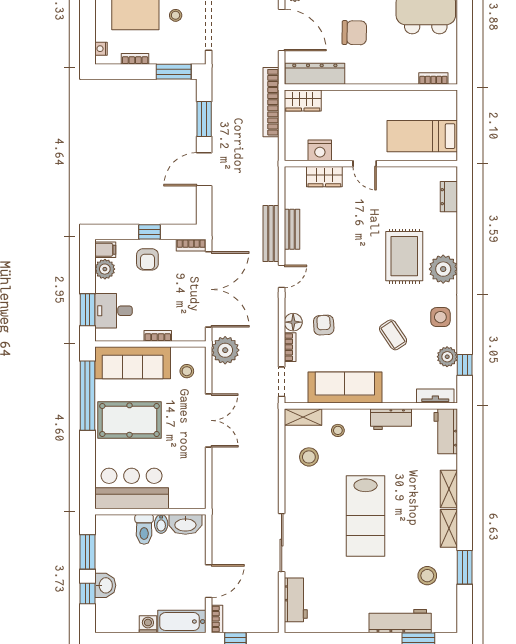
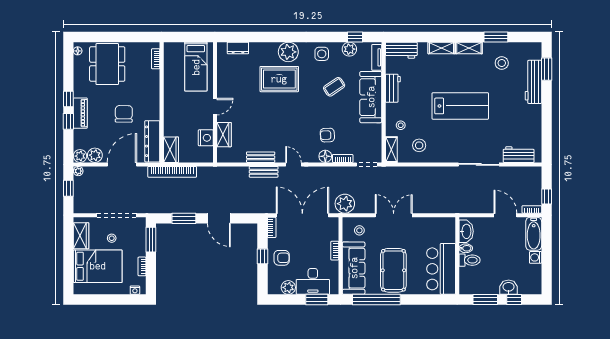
bench: (271, 234) -> (264, 172), width x0.73
filing cabinet: (105, 250) -> (275, 287), removed
desk: (113, 311) -> (313, 281), width x1.37
sofa: (345, 388) -> (371, 97), moved

